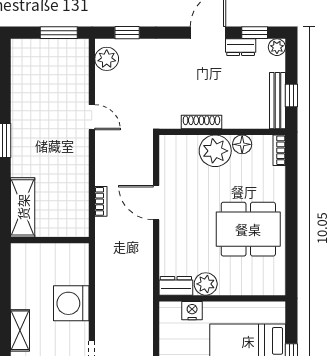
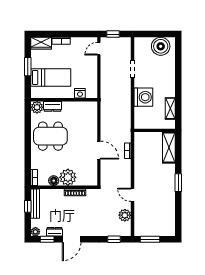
plant: (107, 59) -> (125, 215), moved
plant: (206, 284) -> (37, 107), moved
dresser: (176, 286) -> (53, 106), moved
shelving: (20, 330) -> (170, 108), moved

